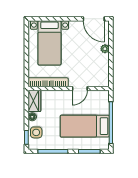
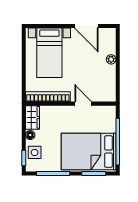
door: (94, 19) -> (86, 26), moved
door: (80, 89) -> (83, 104), swing flipped
bed: (85, 126) -> (89, 152), width x1.50

